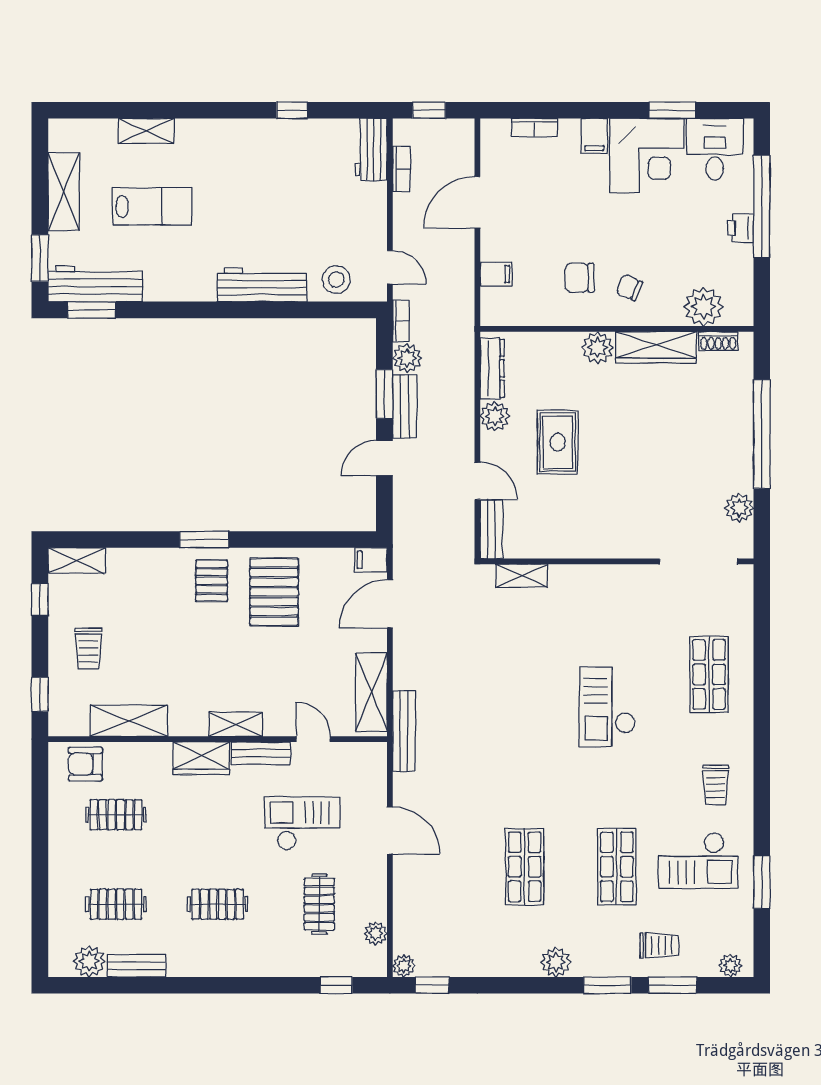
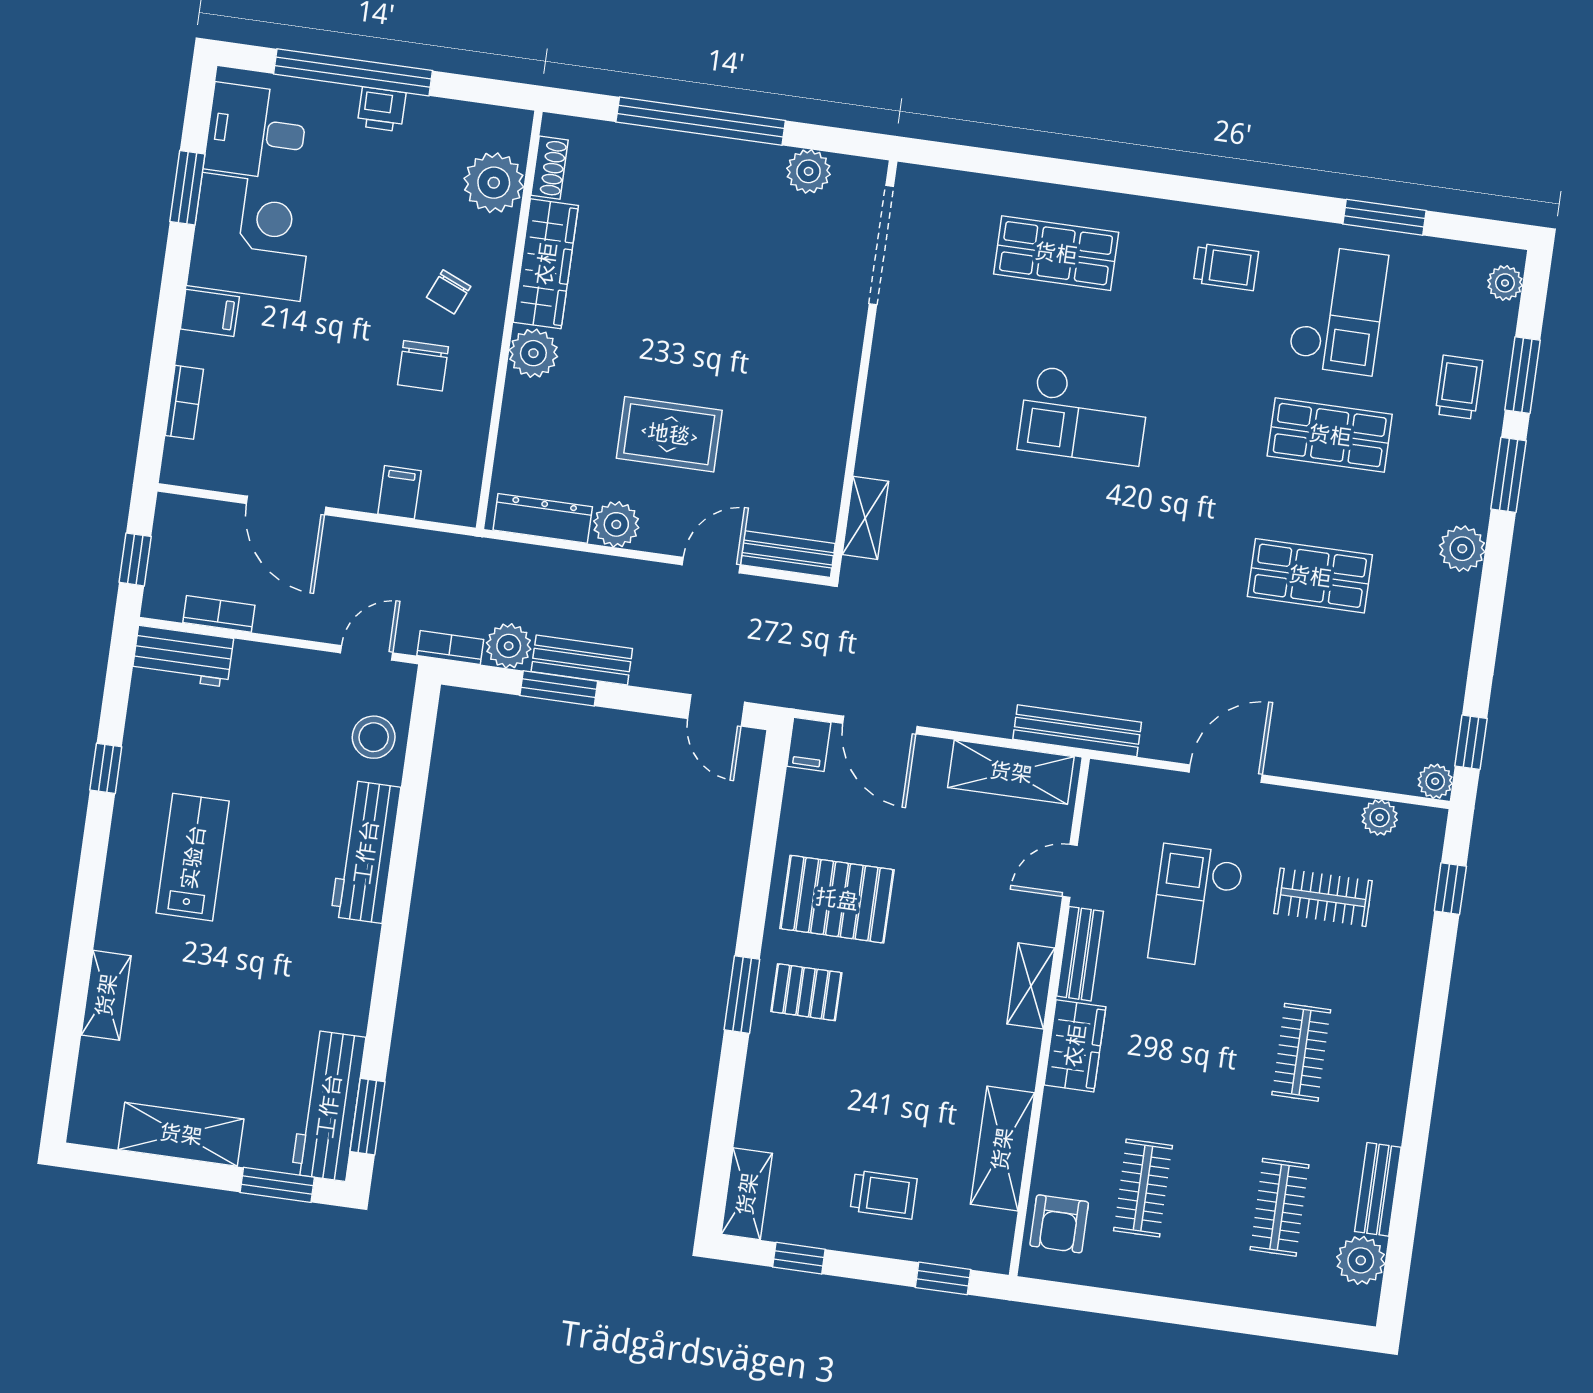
lab bench: (152, 206) -> (193, 857), moved
door: (384, 458) -> (716, 710), moved

